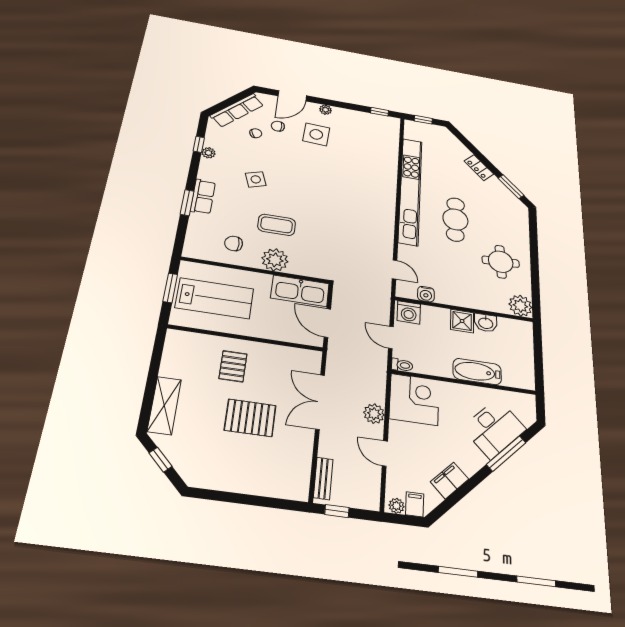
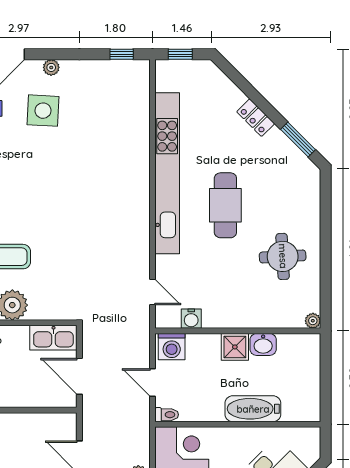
kitchen sink: (300, 291) -> (53, 338), width x0.73, depth x0.81
plant: (520, 306) -> (313, 321), width x0.53, depth x0.53

